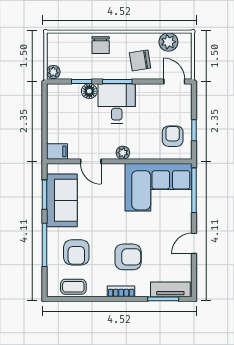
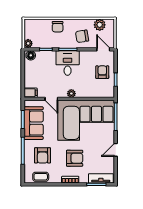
floor lamp: (89, 91) -> (31, 55), moved
armchair: (173, 136) -> (102, 72), moved
corner sofa: (159, 187) -> (86, 120), width x1.36, depth x1.36

